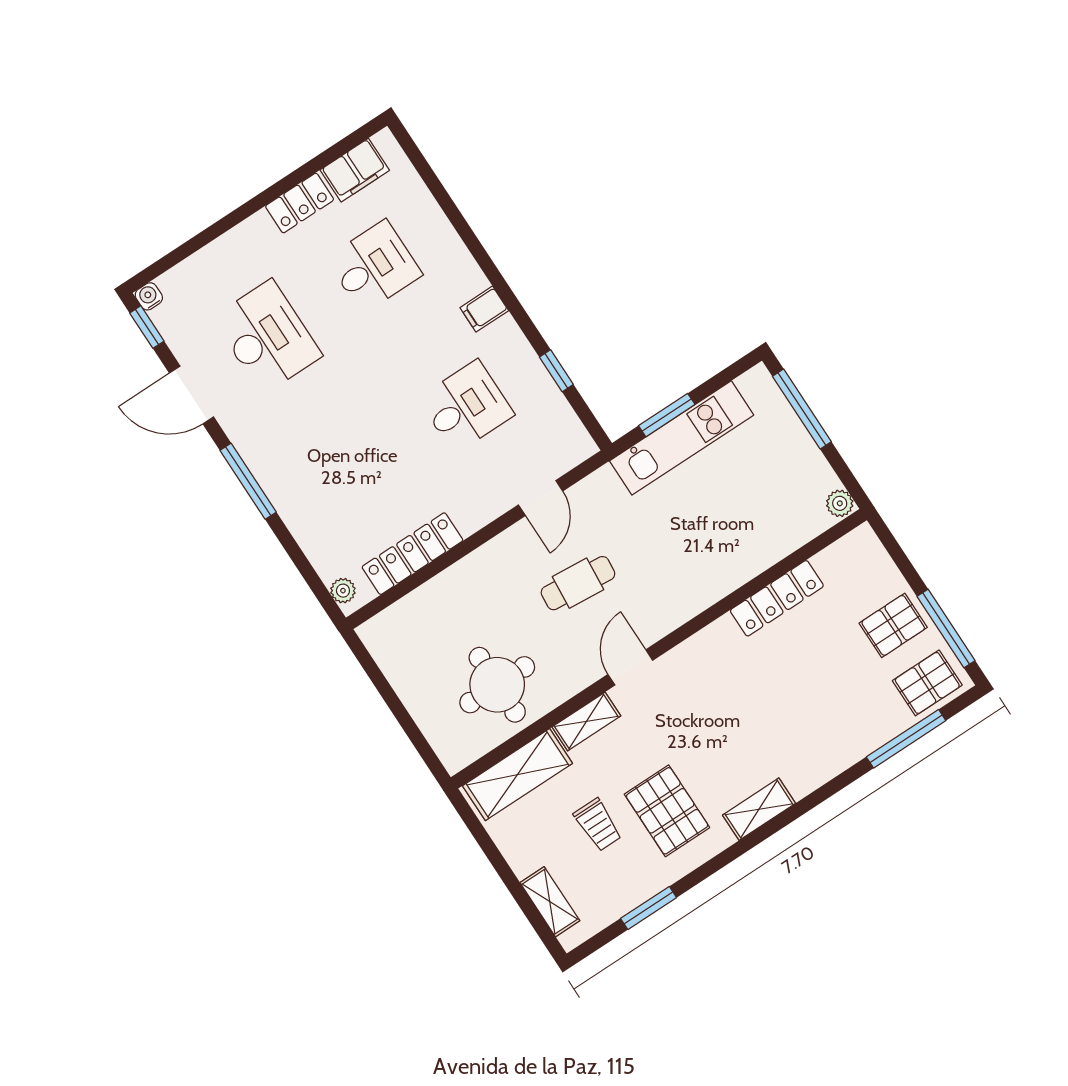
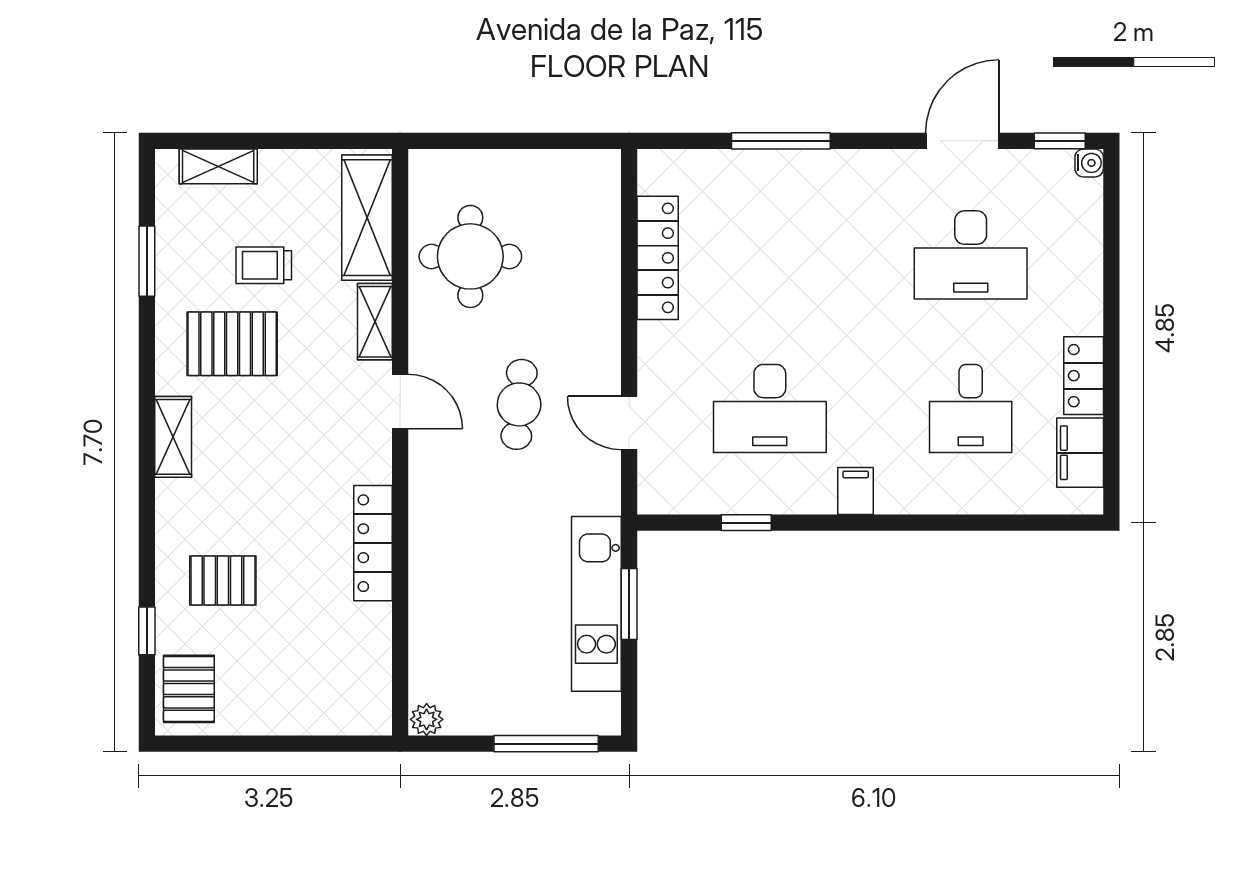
desk: (466, 407) -> (770, 408), width x1.37
window: (248, 481) -> (781, 141), moved
plant: (343, 591) -> (666, 164), removed
locker: (777, 598) -> (373, 543), moved
pallet: (893, 625) -> (223, 580), moved, turned 90
window: (946, 629) -> (231, 744), removed
window: (906, 739) -> (147, 631), width x0.46

